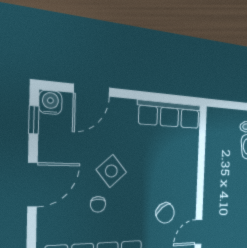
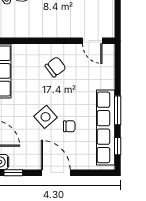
chair: (165, 213) -> (56, 67), moved

